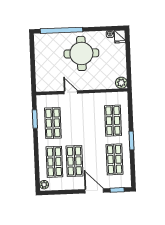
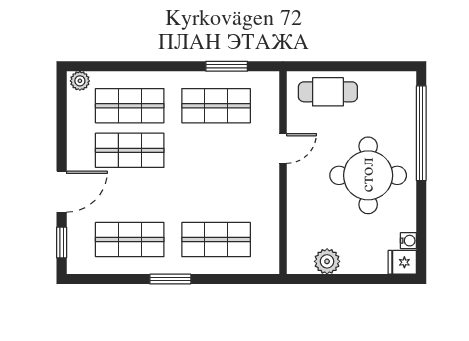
cafe table: (45, 73) -> (328, 92), added
plant: (121, 83) -> (327, 261), moved

